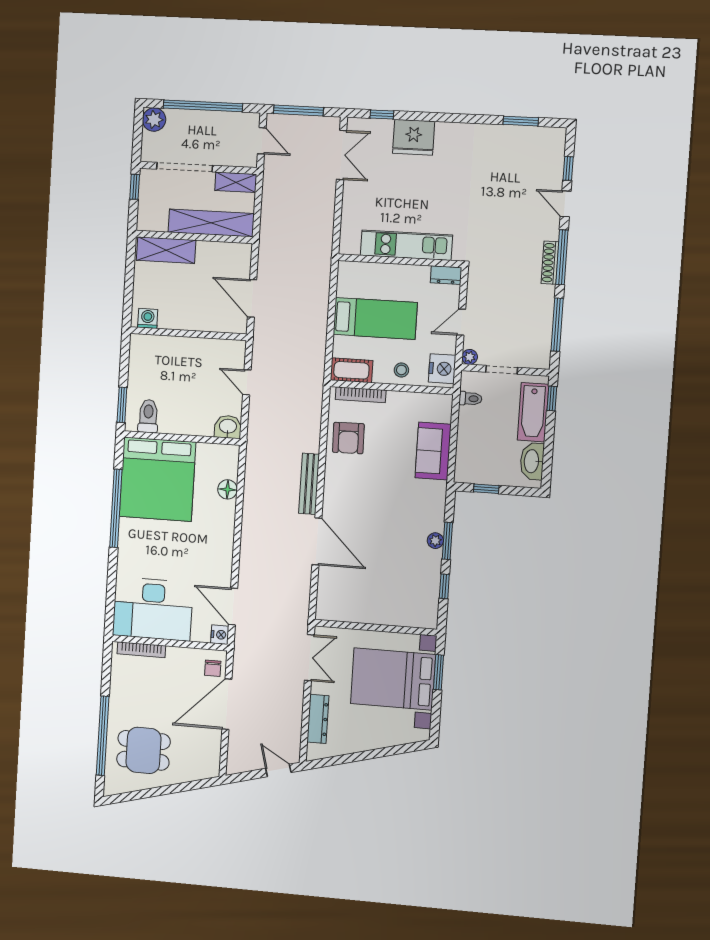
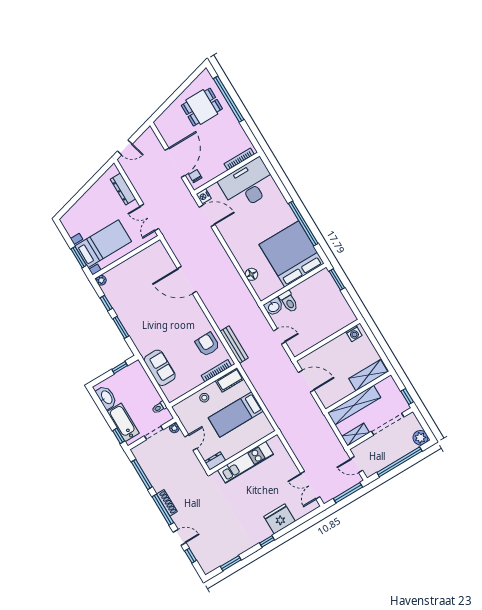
window: (382, 114) -> (267, 541), moved
nightstand: (442, 369) -> (184, 413), removed
toilet: (148, 416) -> (289, 301), moved
bench: (309, 484) -> (234, 345), moved
plant: (435, 541) -> (101, 280), moved
bed with nightstands: (393, 679) -> (103, 244), width x0.73

